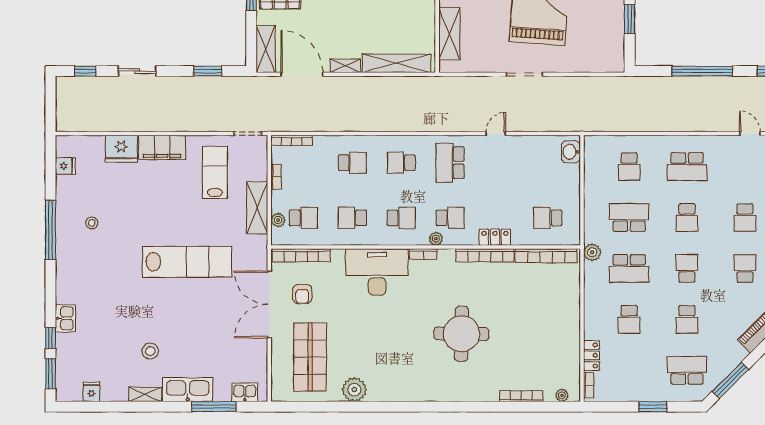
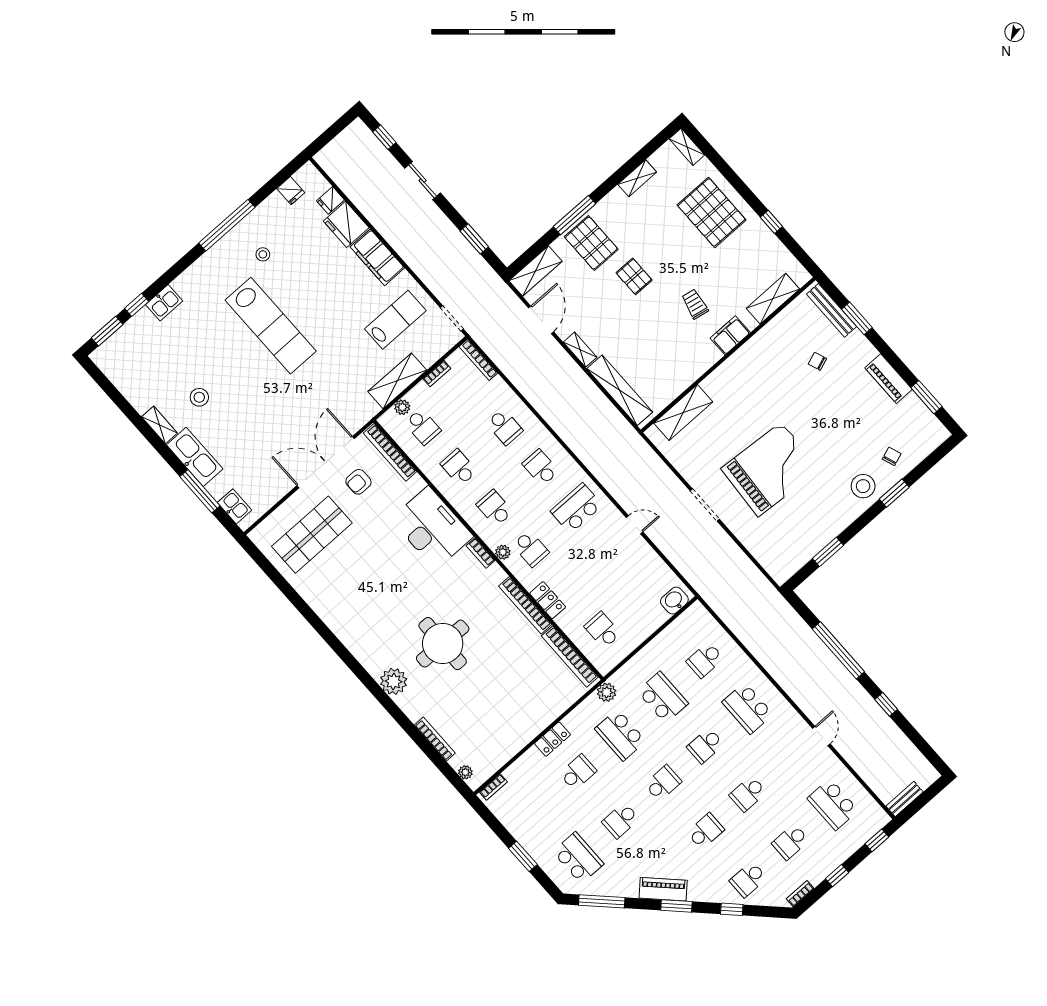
door: (302, 74) -> (541, 320), width x0.73
school desk: (401, 218) -> (495, 508), turned 180
lab bench: (187, 262) -> (271, 326), moved
school desk: (629, 319) -> (578, 772), turned 180
locker: (592, 355) -> (553, 739), moved
plant: (354, 390) -> (394, 681), moved
fridge: (91, 392) -> (331, 200), moved, turned 180

